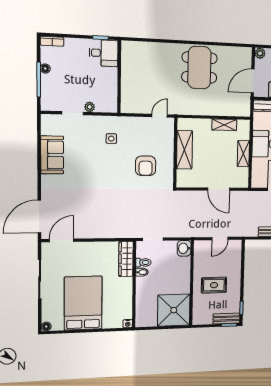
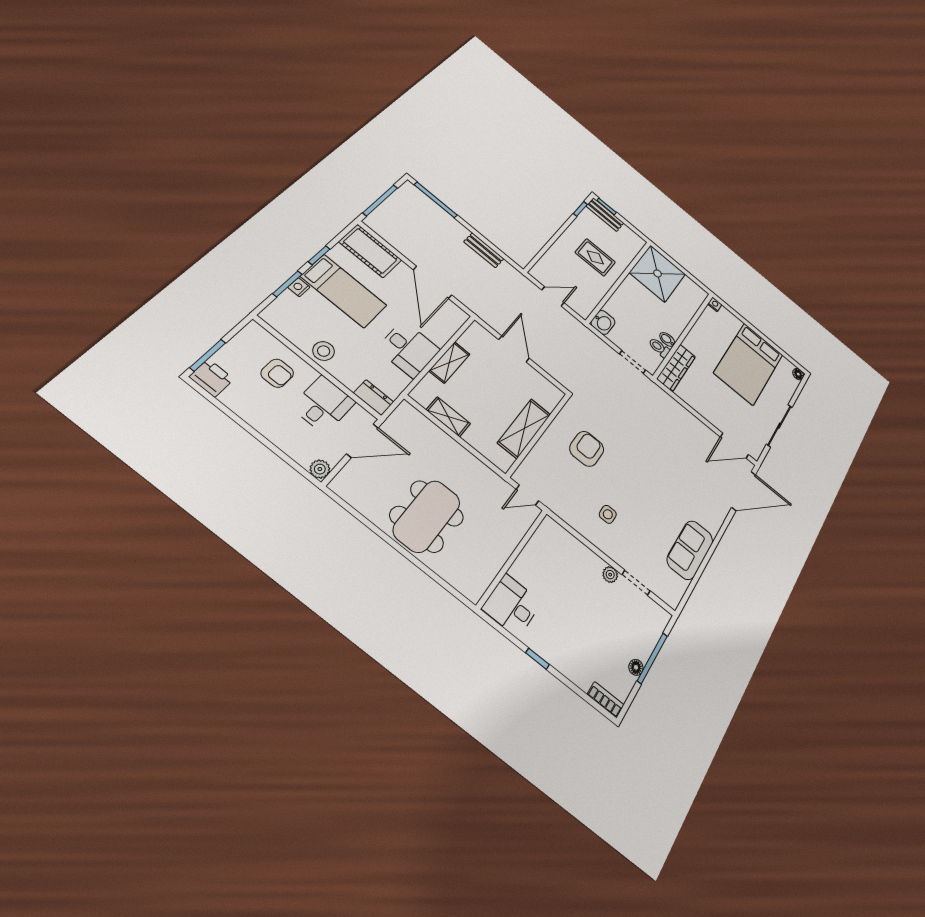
desk: (104, 53) -> (512, 605), moved
wall: (119, 77) -> (513, 558), moved

